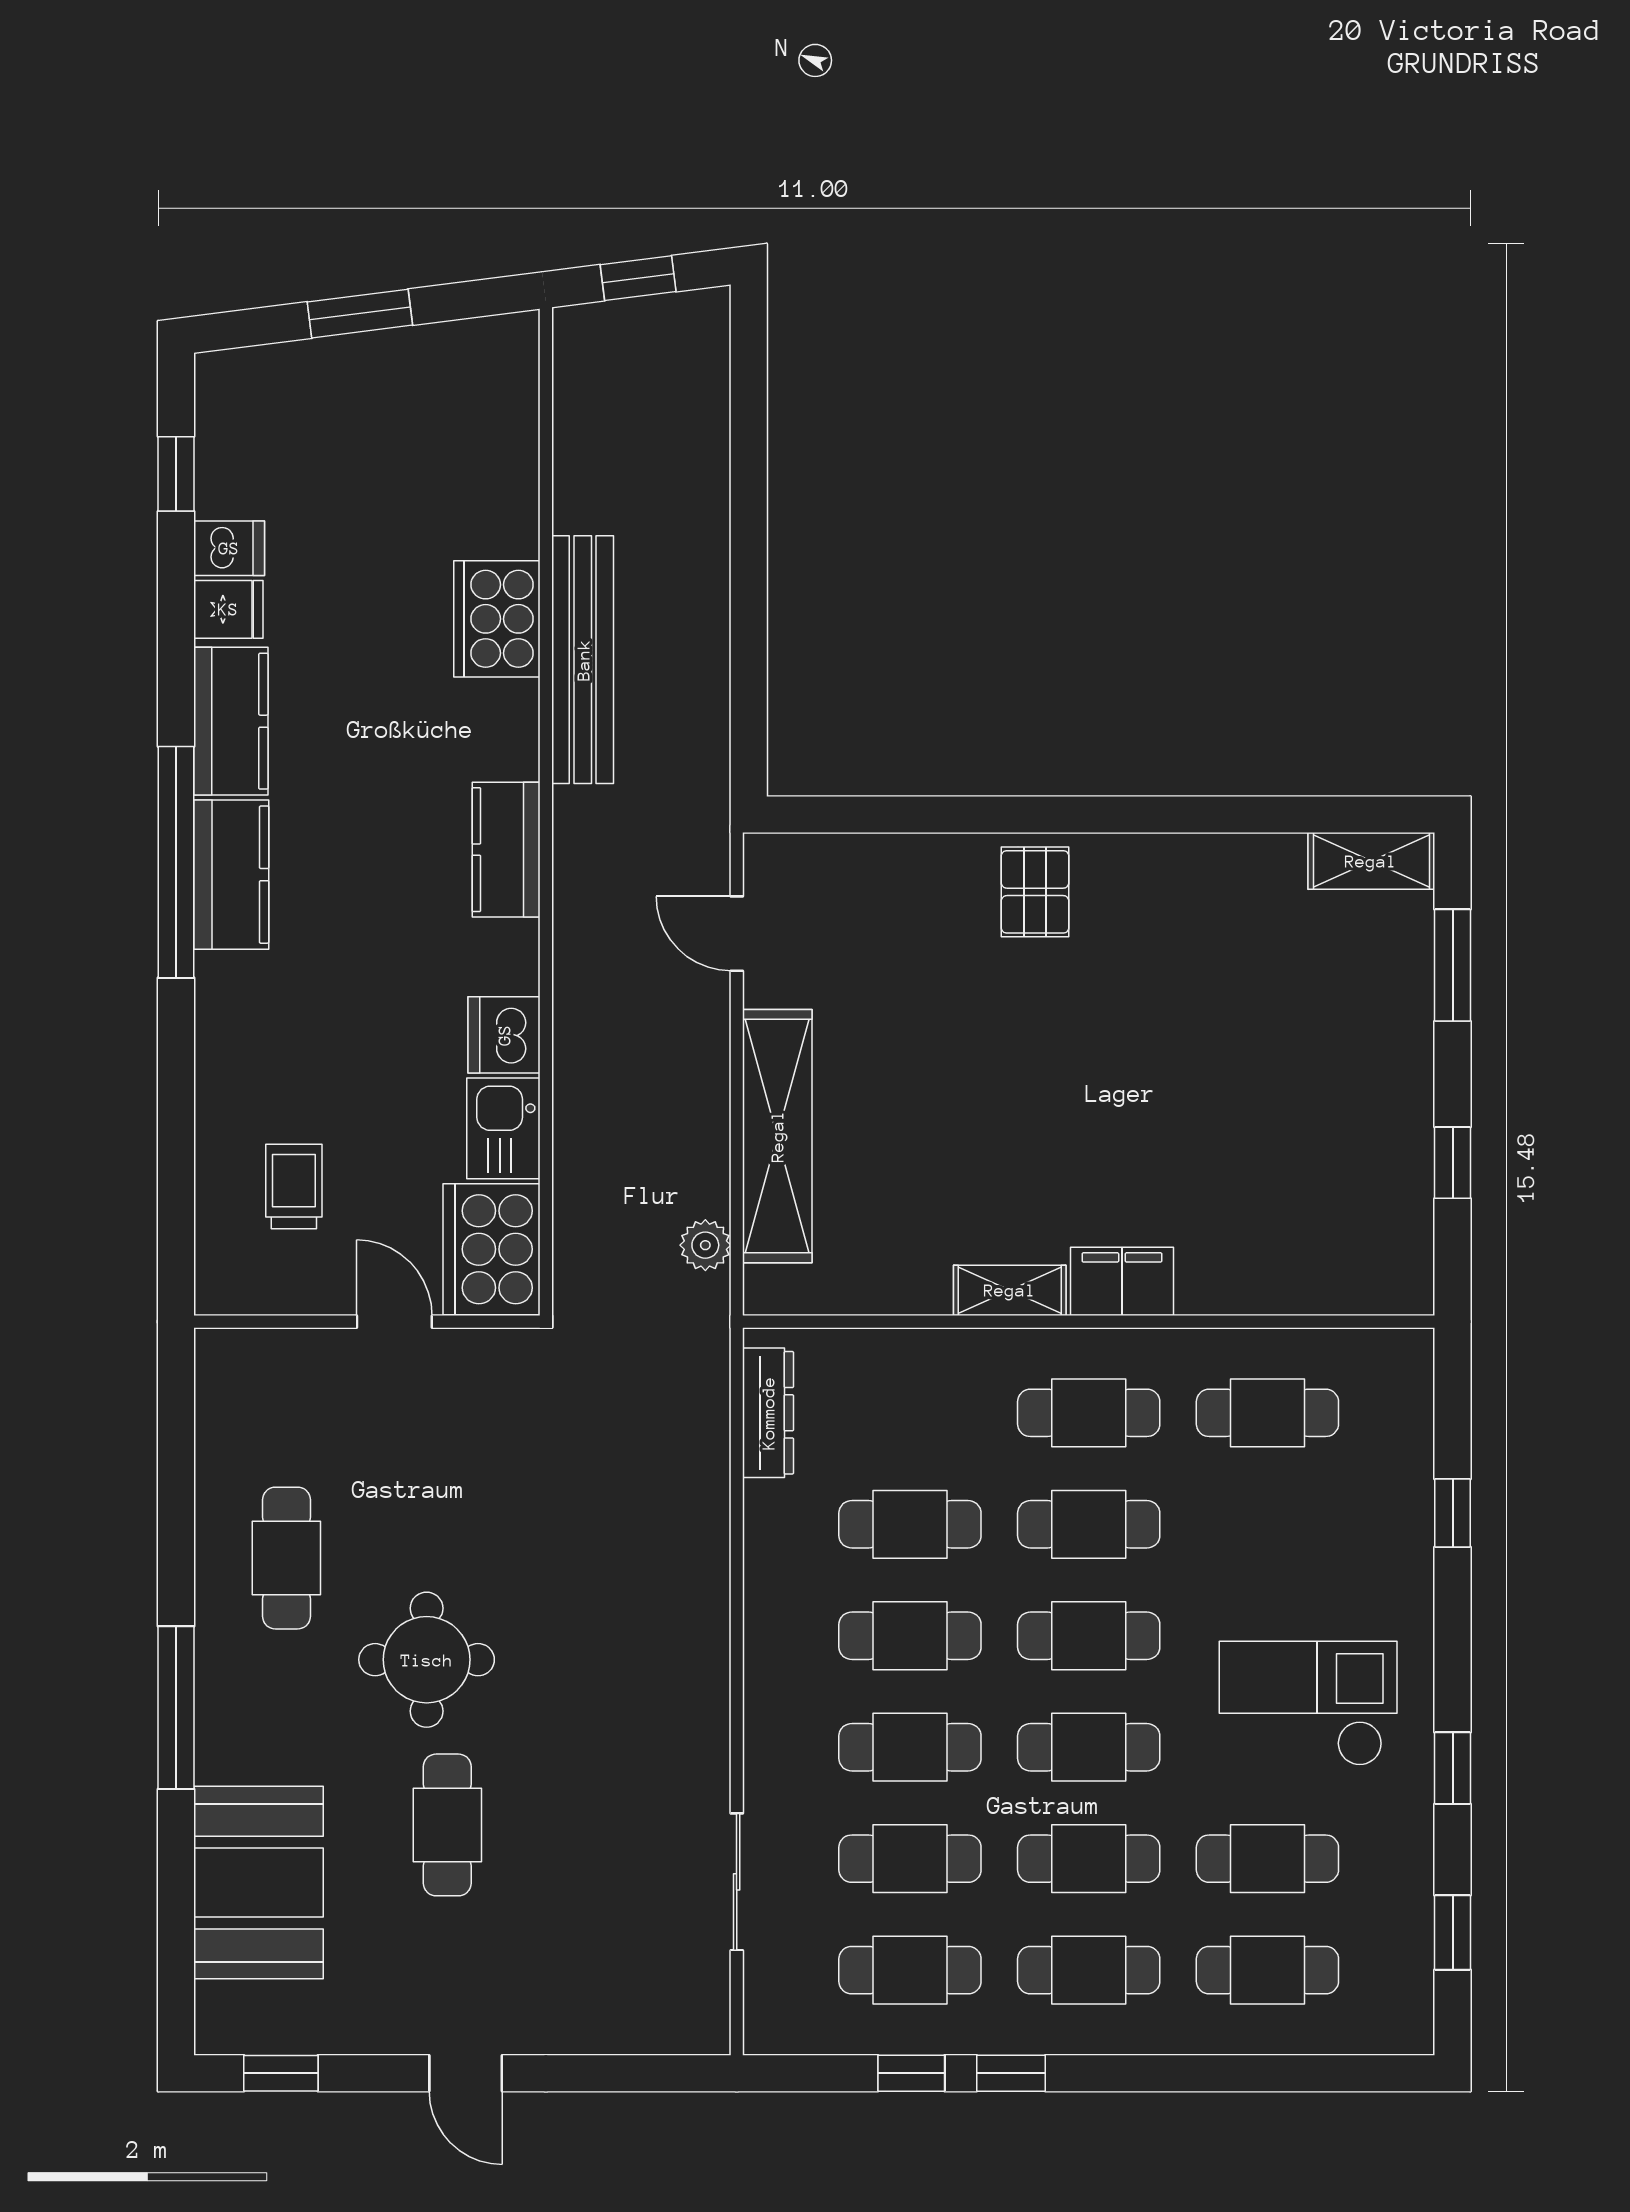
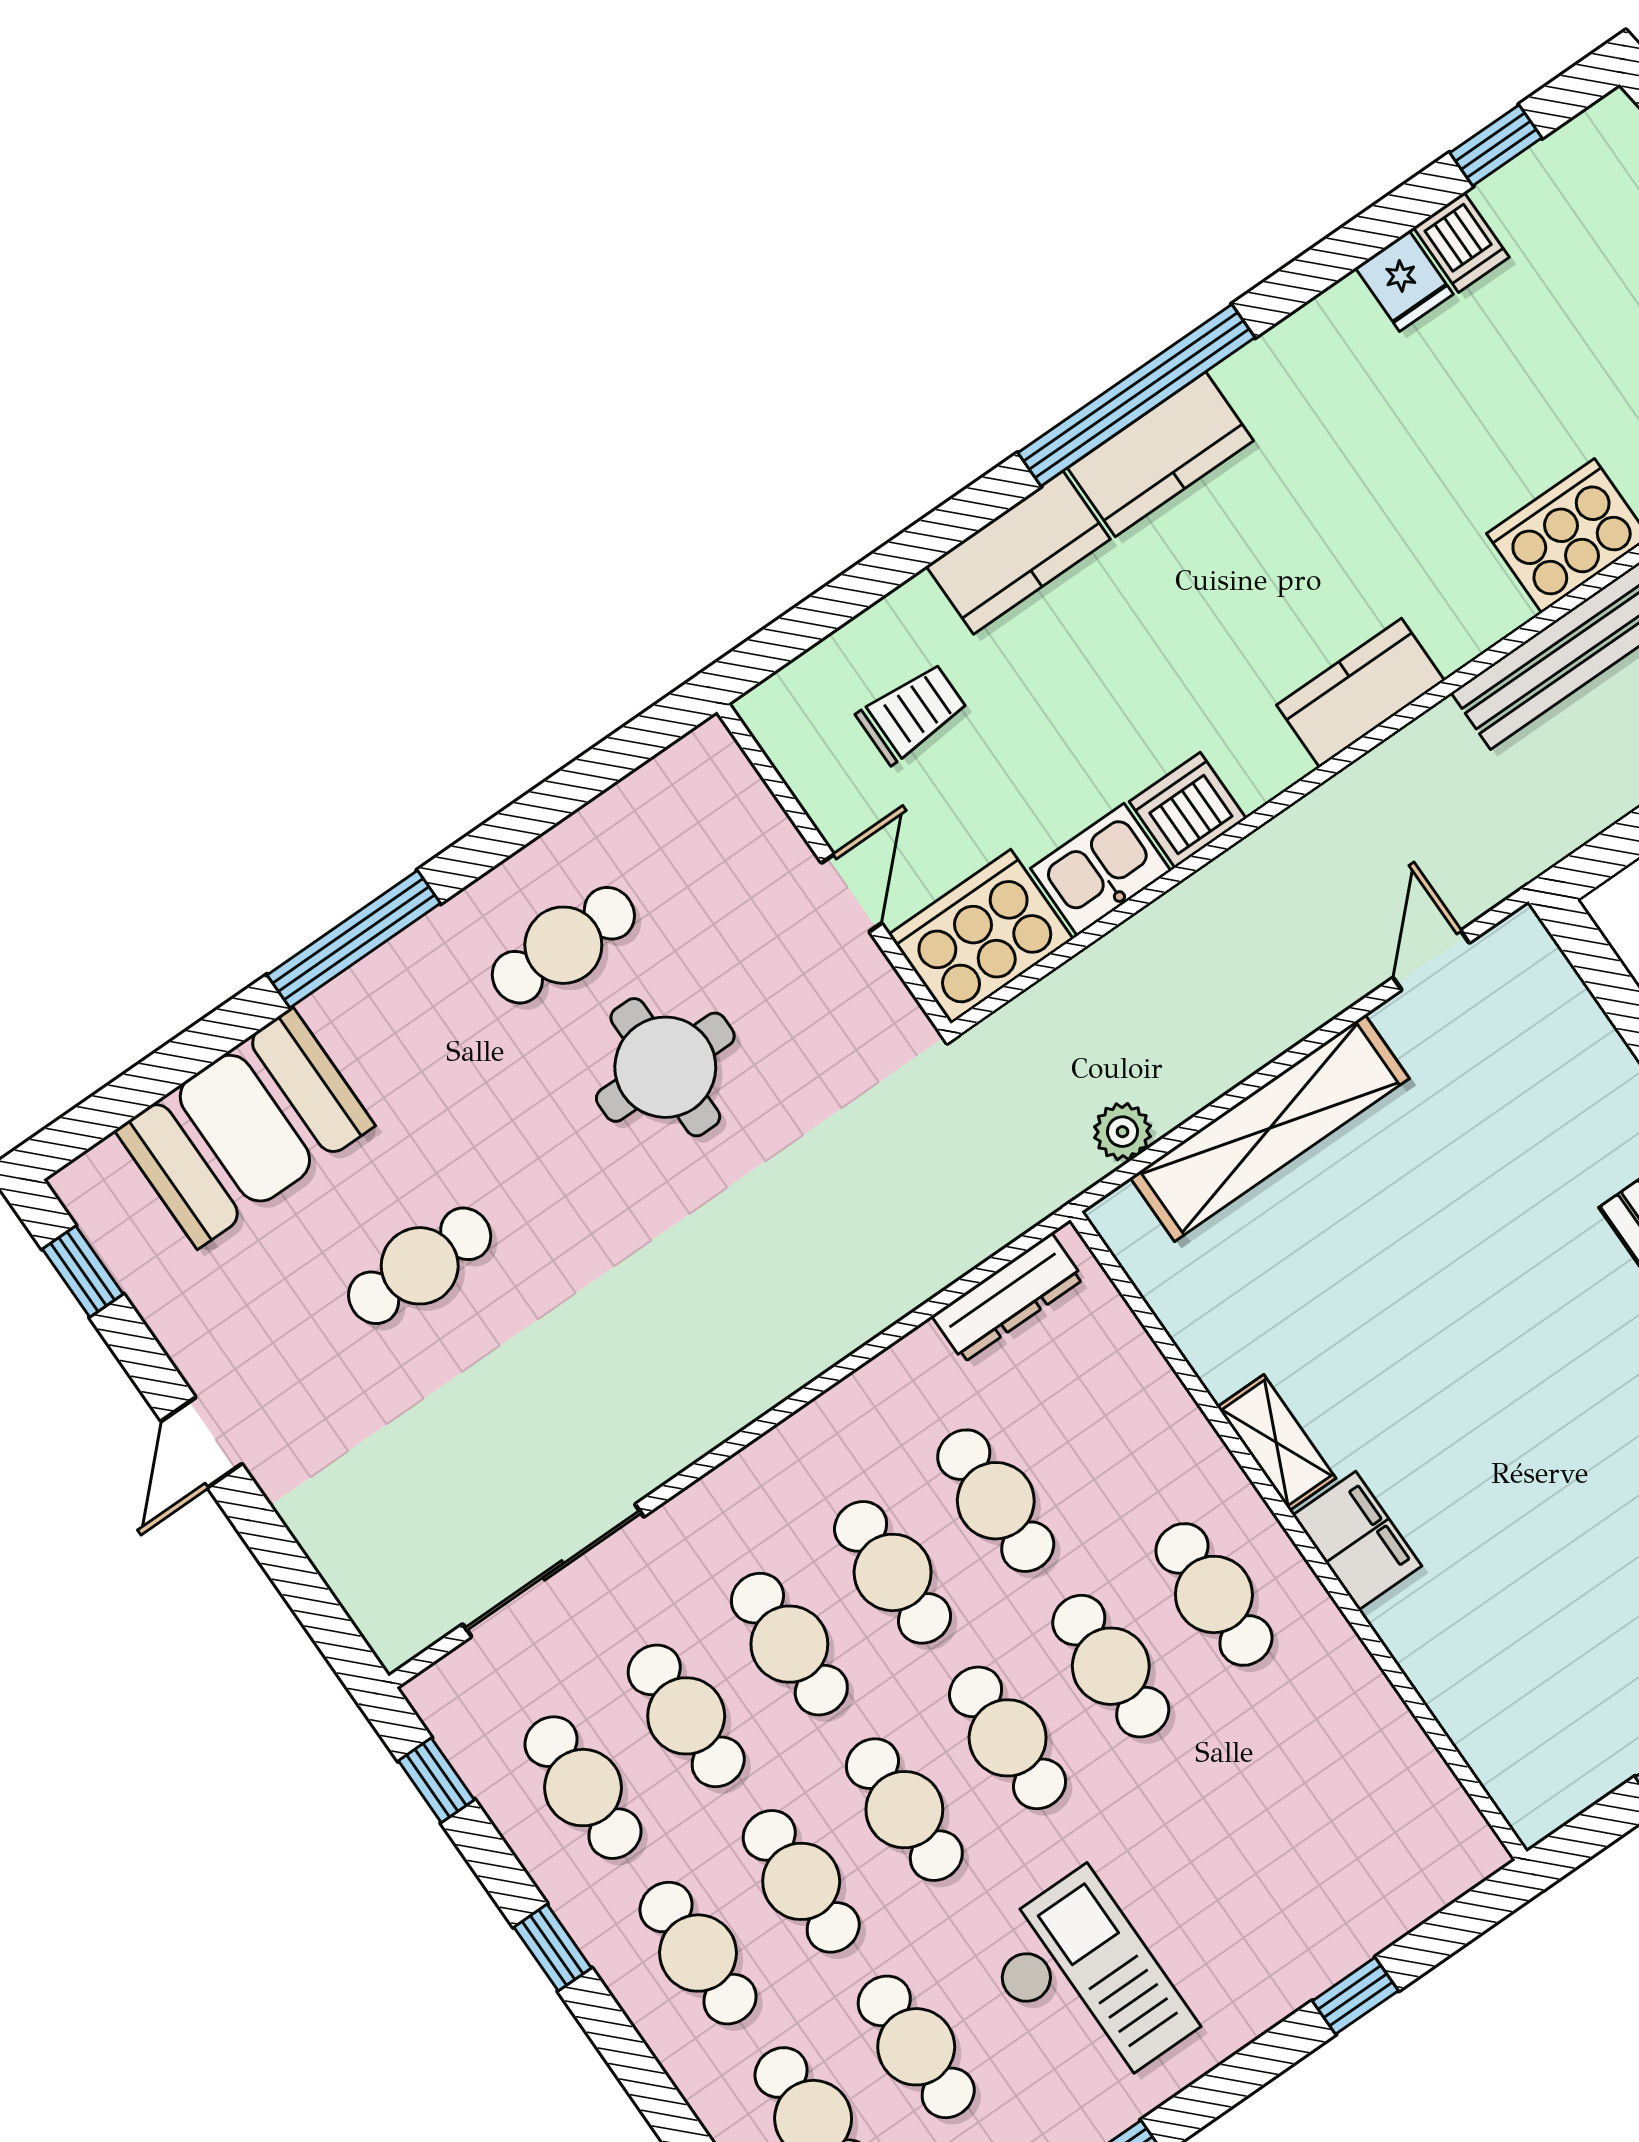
kitchen counter: (231, 721) -> (1018, 553), moved
cafe table: (1267, 1413) -> (1329, 1760), removed
round table: (427, 1660) -> (665, 1067), moved
sliding door: (737, 1882) -> (553, 1570), width x1.37
window: (911, 2073) -> (436, 1780), moved

